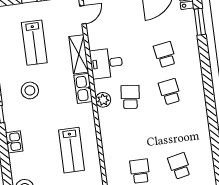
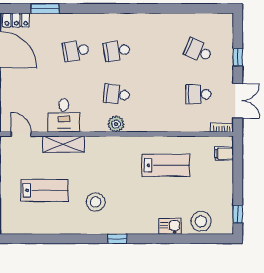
desk: (106, 63) -> (64, 115), moved
kitchen sink: (83, 88) -> (101, 144), removed
kitchen sink: (14, 142) -> (170, 226), moved
school desk: (179, 166) -> (198, 51), turned 36

